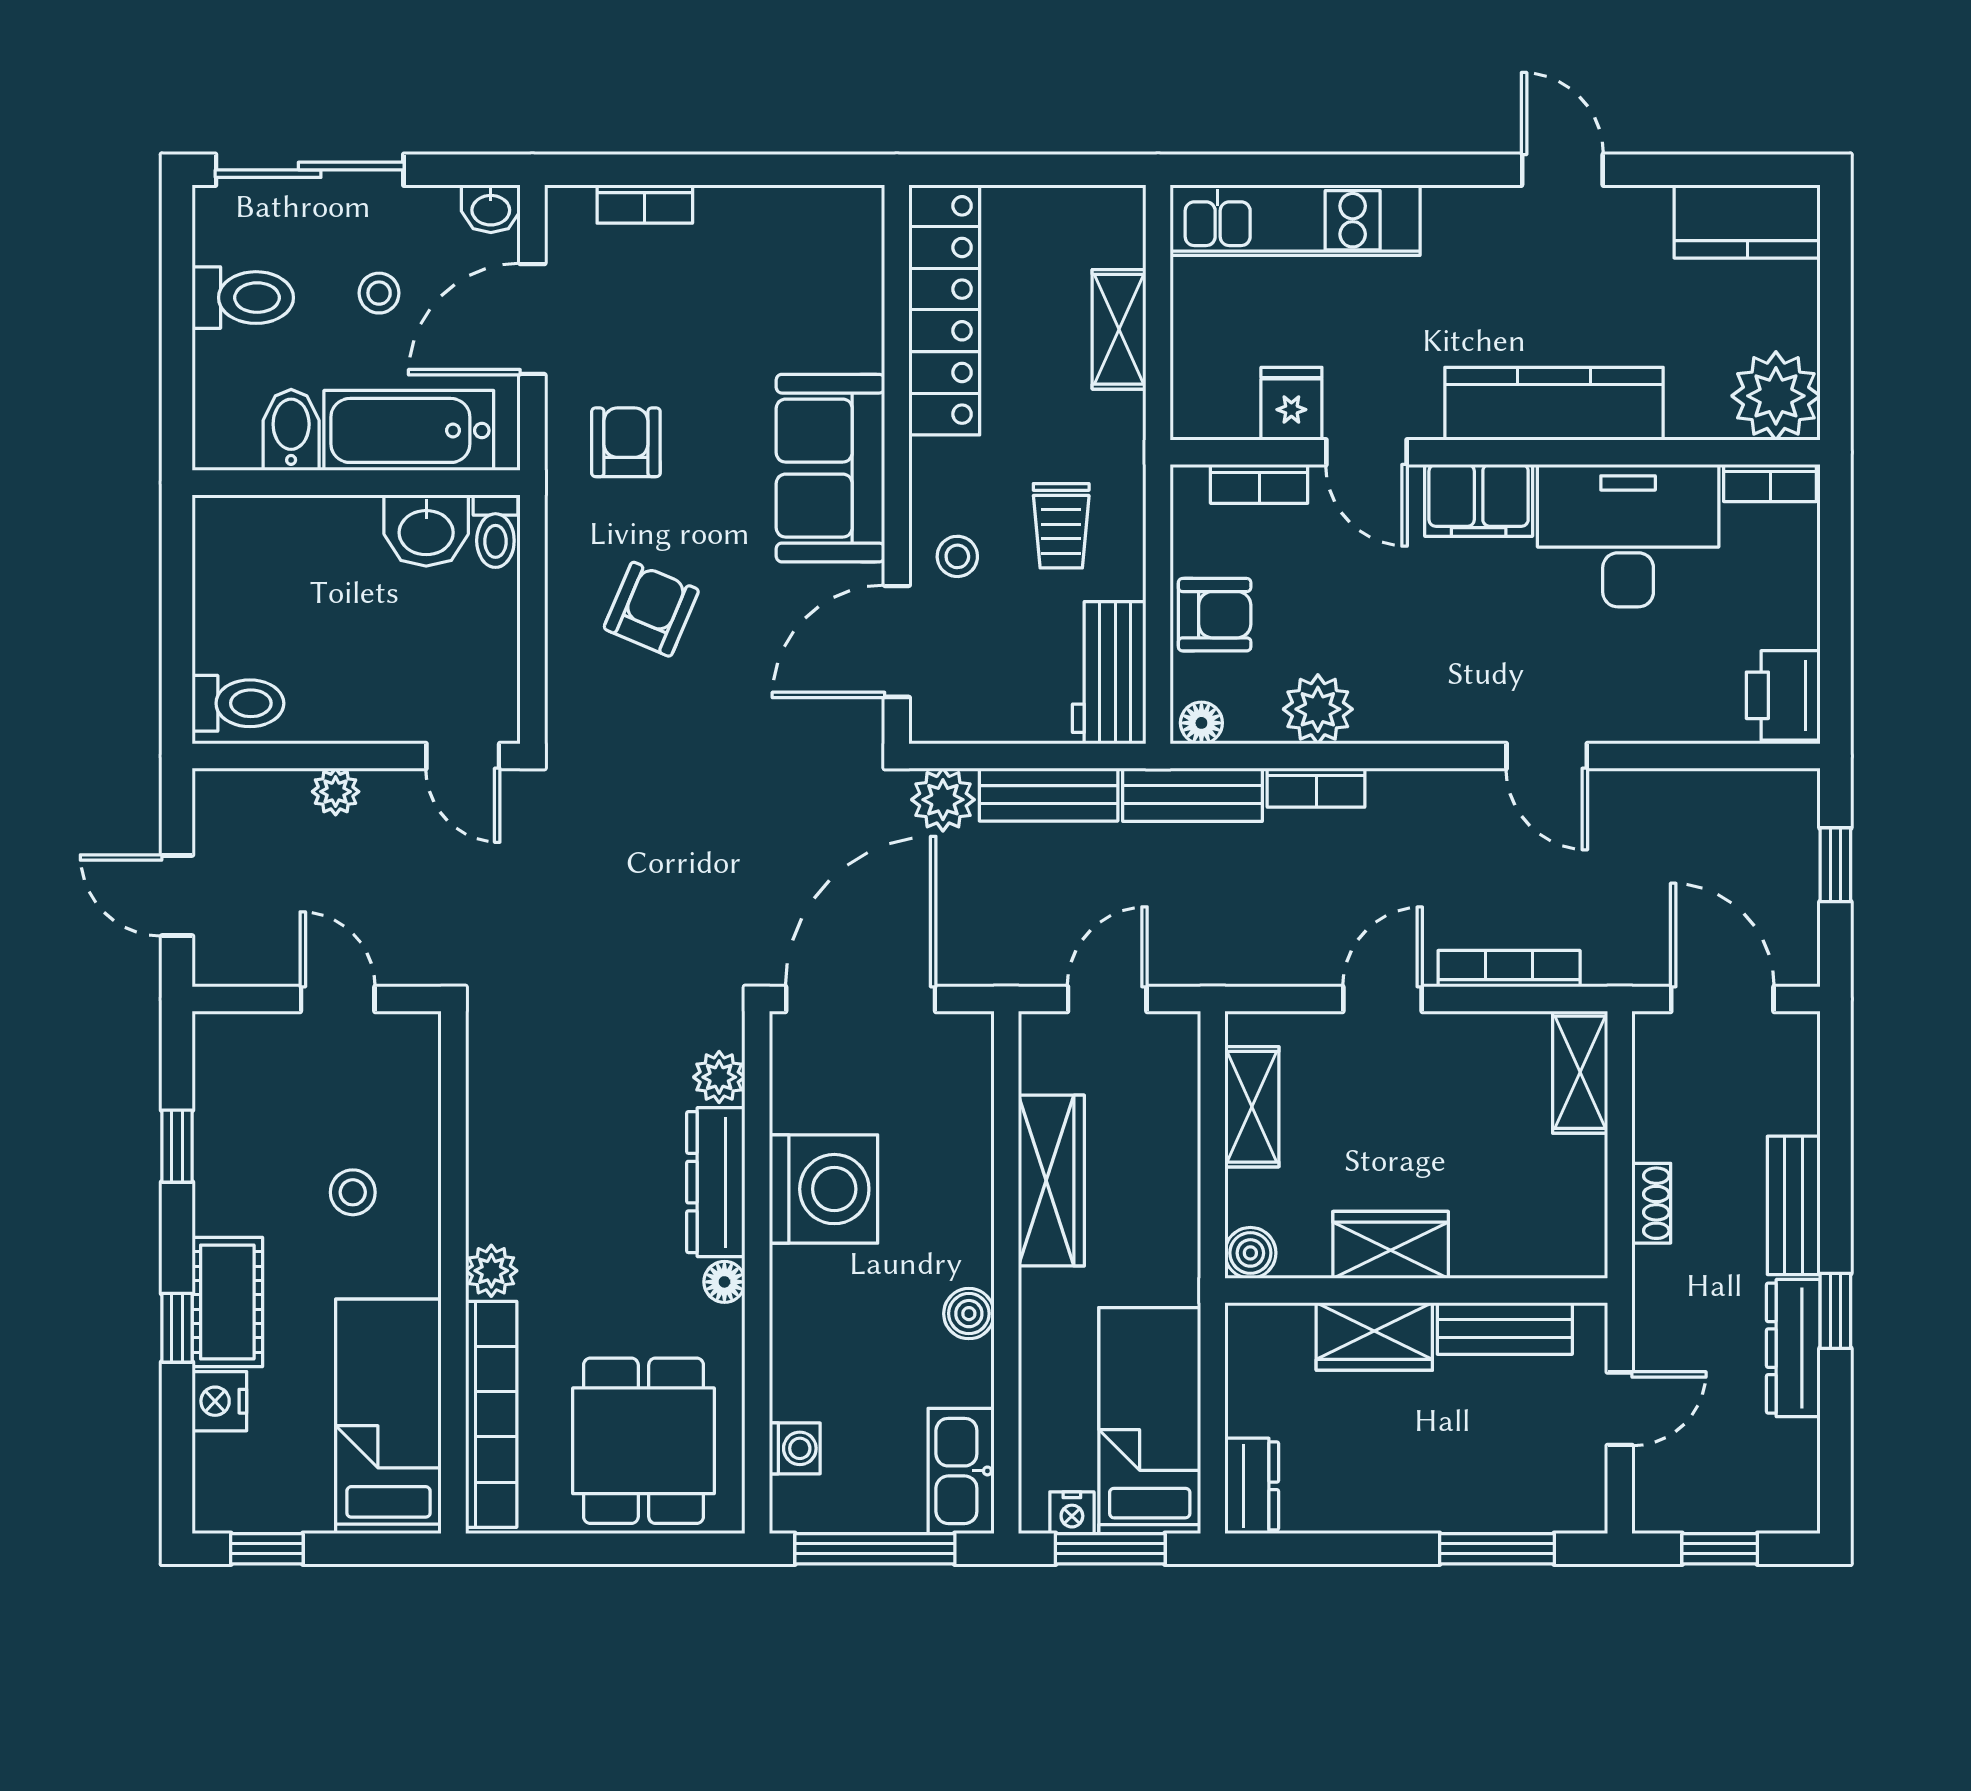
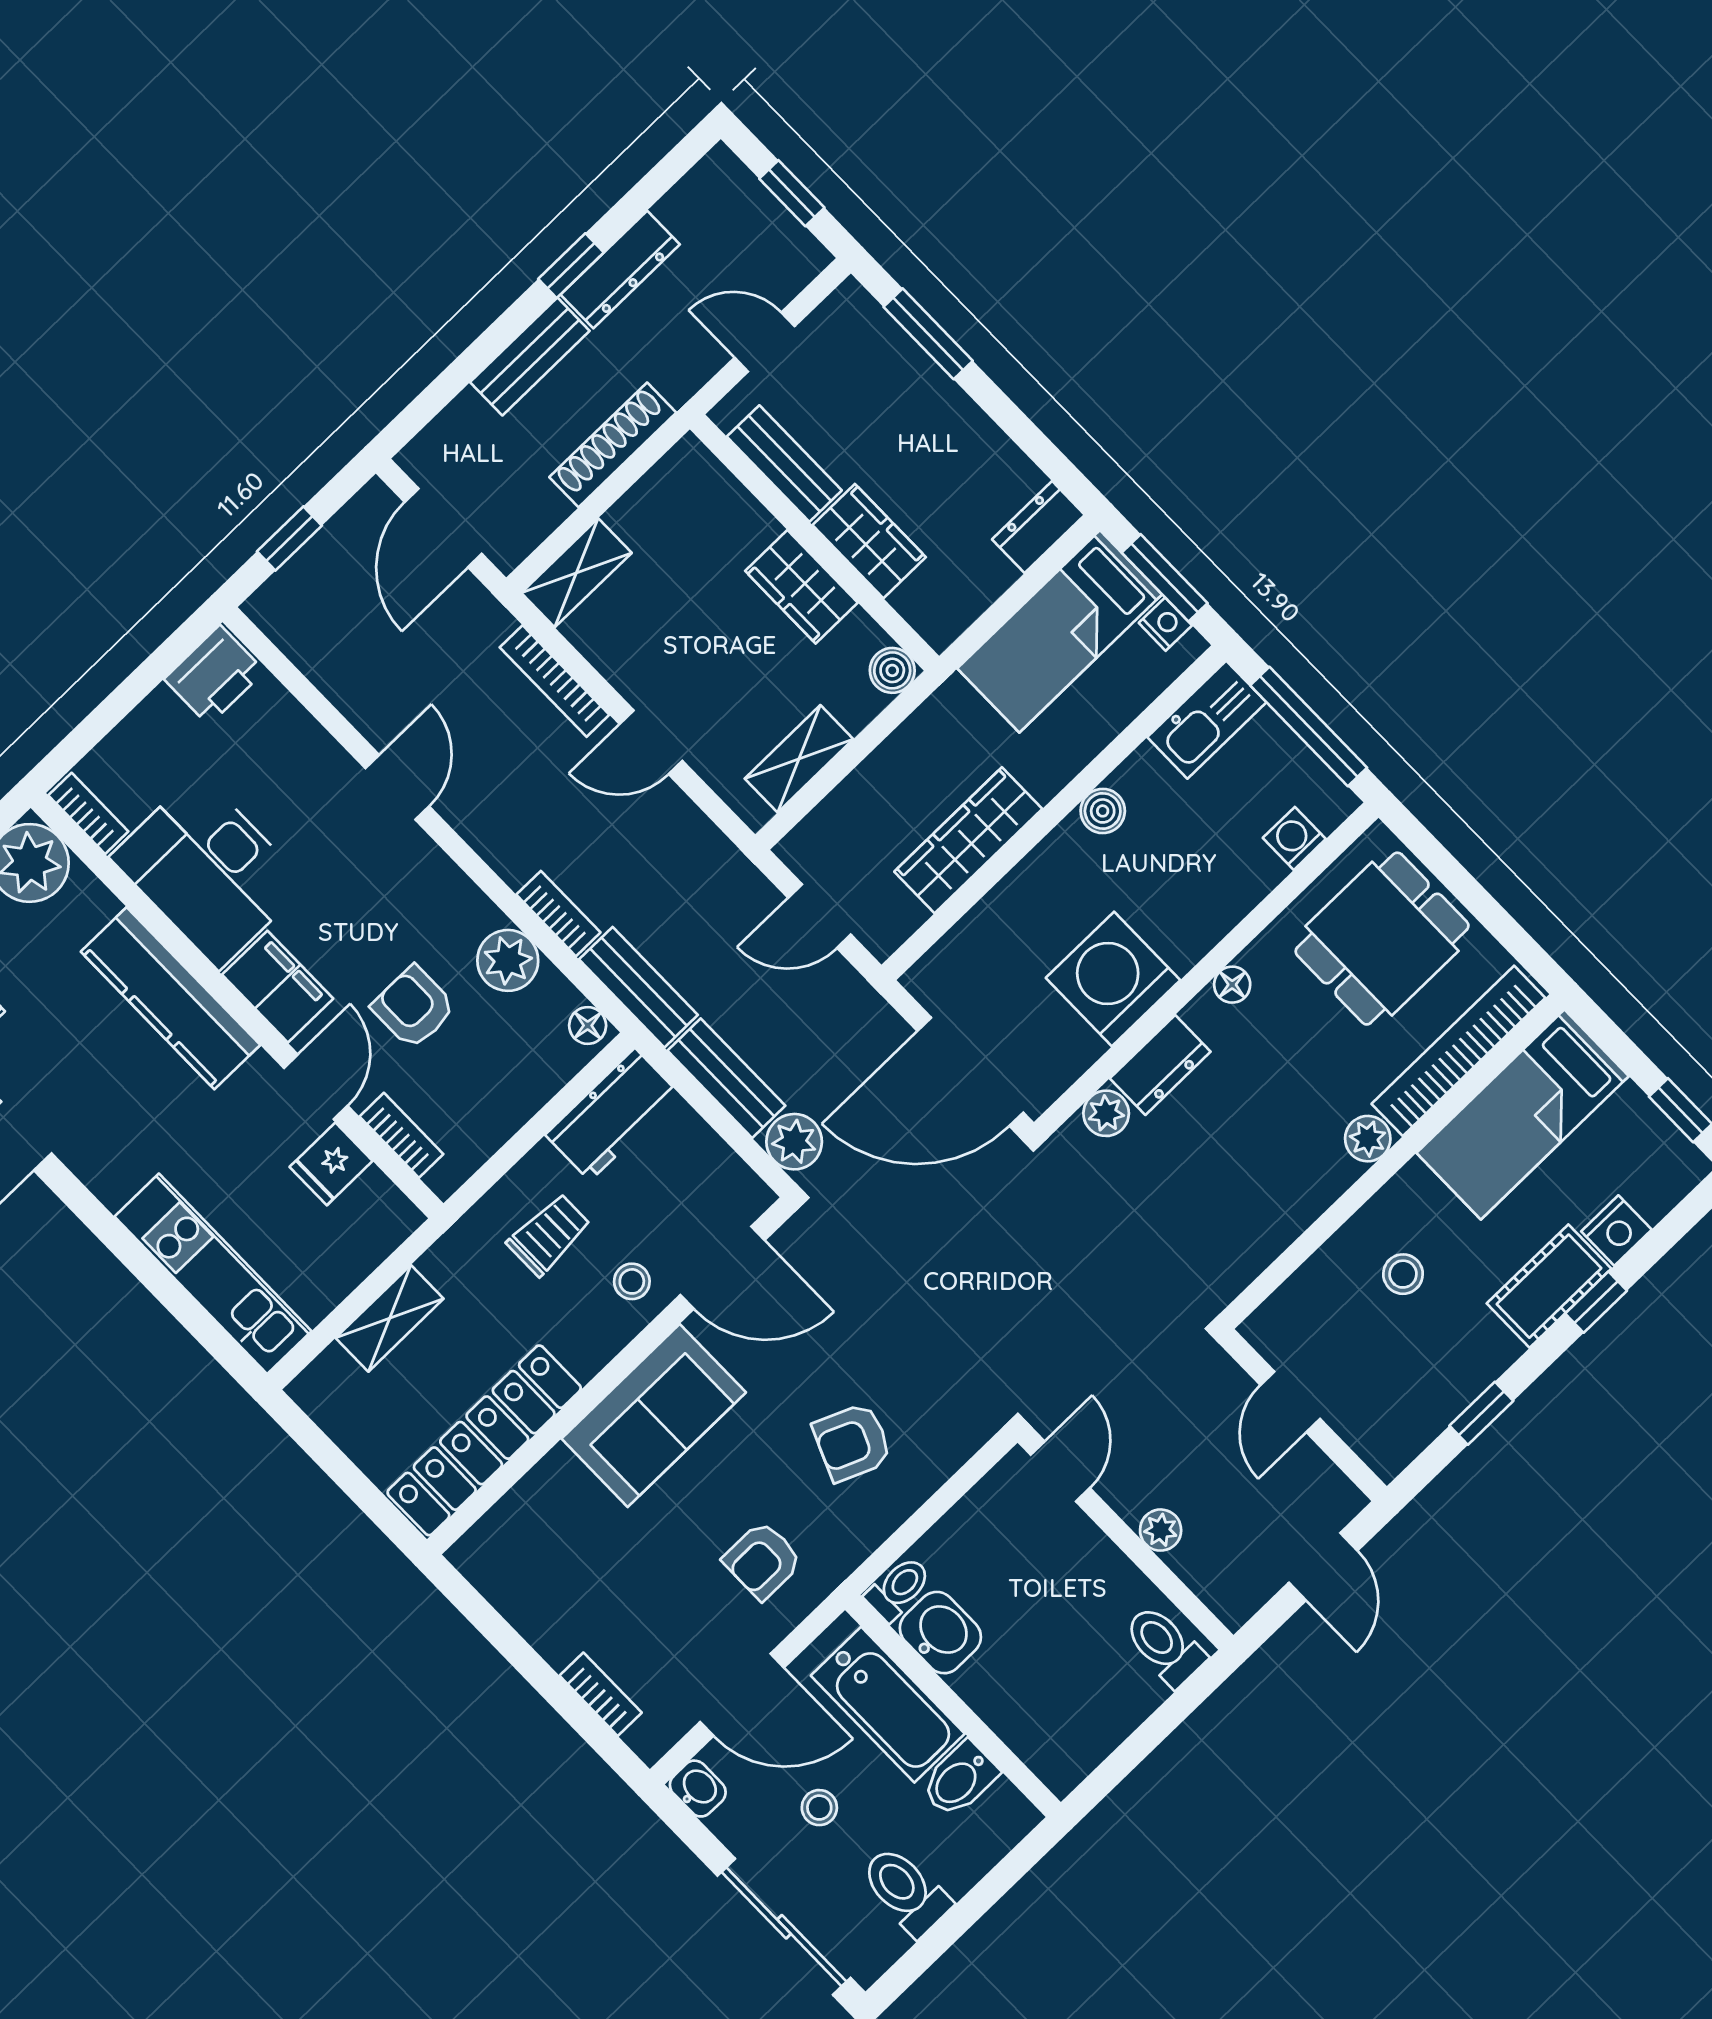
armchair: (1215, 615) -> (414, 1007), moved
dresser: (716, 1182) -> (1160, 1065), width x0.70
shoe rack: (1651, 1203) -> (613, 445), width x1.94, depth x1.24

